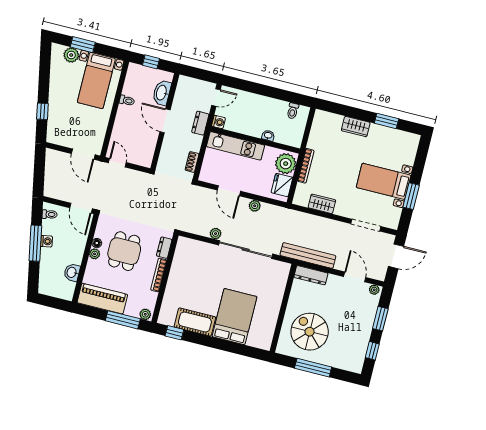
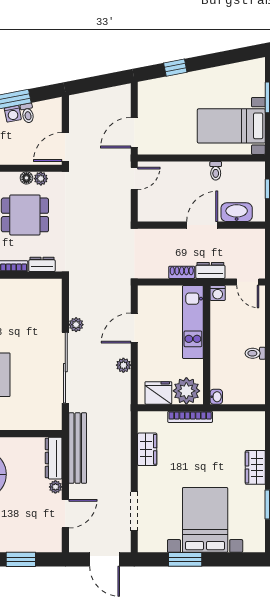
plant: (71, 55) -> (255, 86), removed
toilet: (293, 111) -> (255, 353), moved
washbasin: (268, 136) -> (216, 397), moved
shoe rack: (192, 162) -> (182, 272), moved
bed with nightstands: (384, 181) -> (205, 520), width x1.36
toilet: (50, 214) -> (28, 113), moved
plant: (95, 254) -> (41, 179), moved
plant: (374, 290) -> (55, 487), moved

